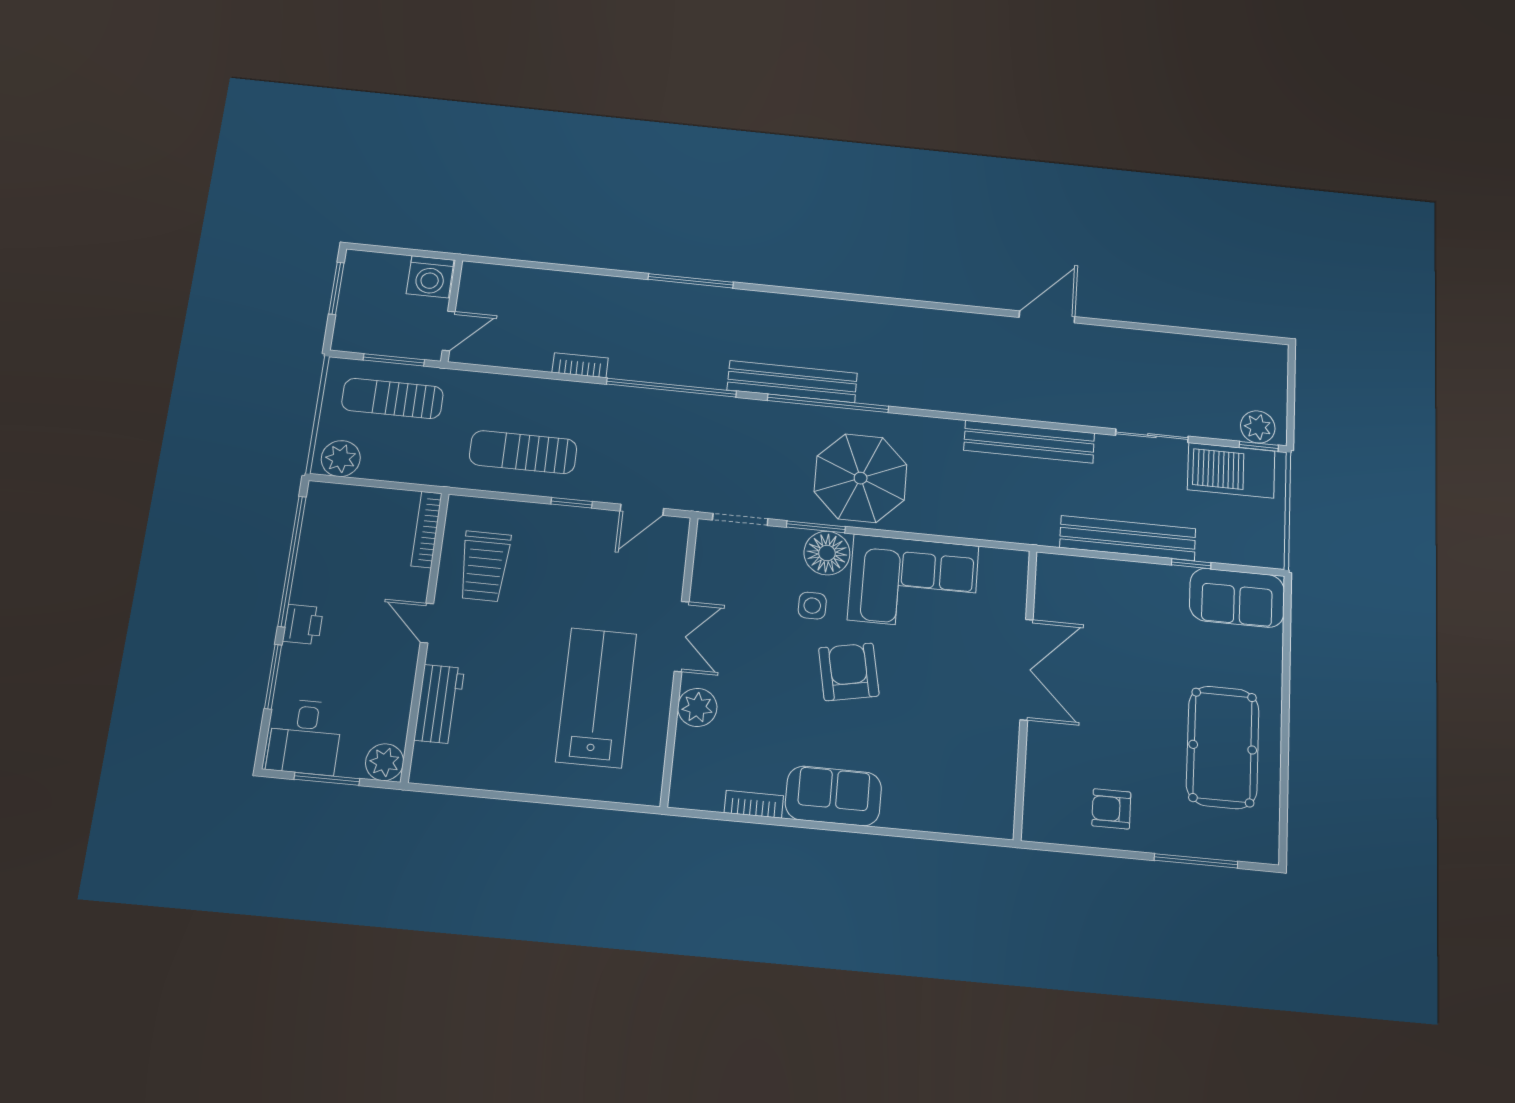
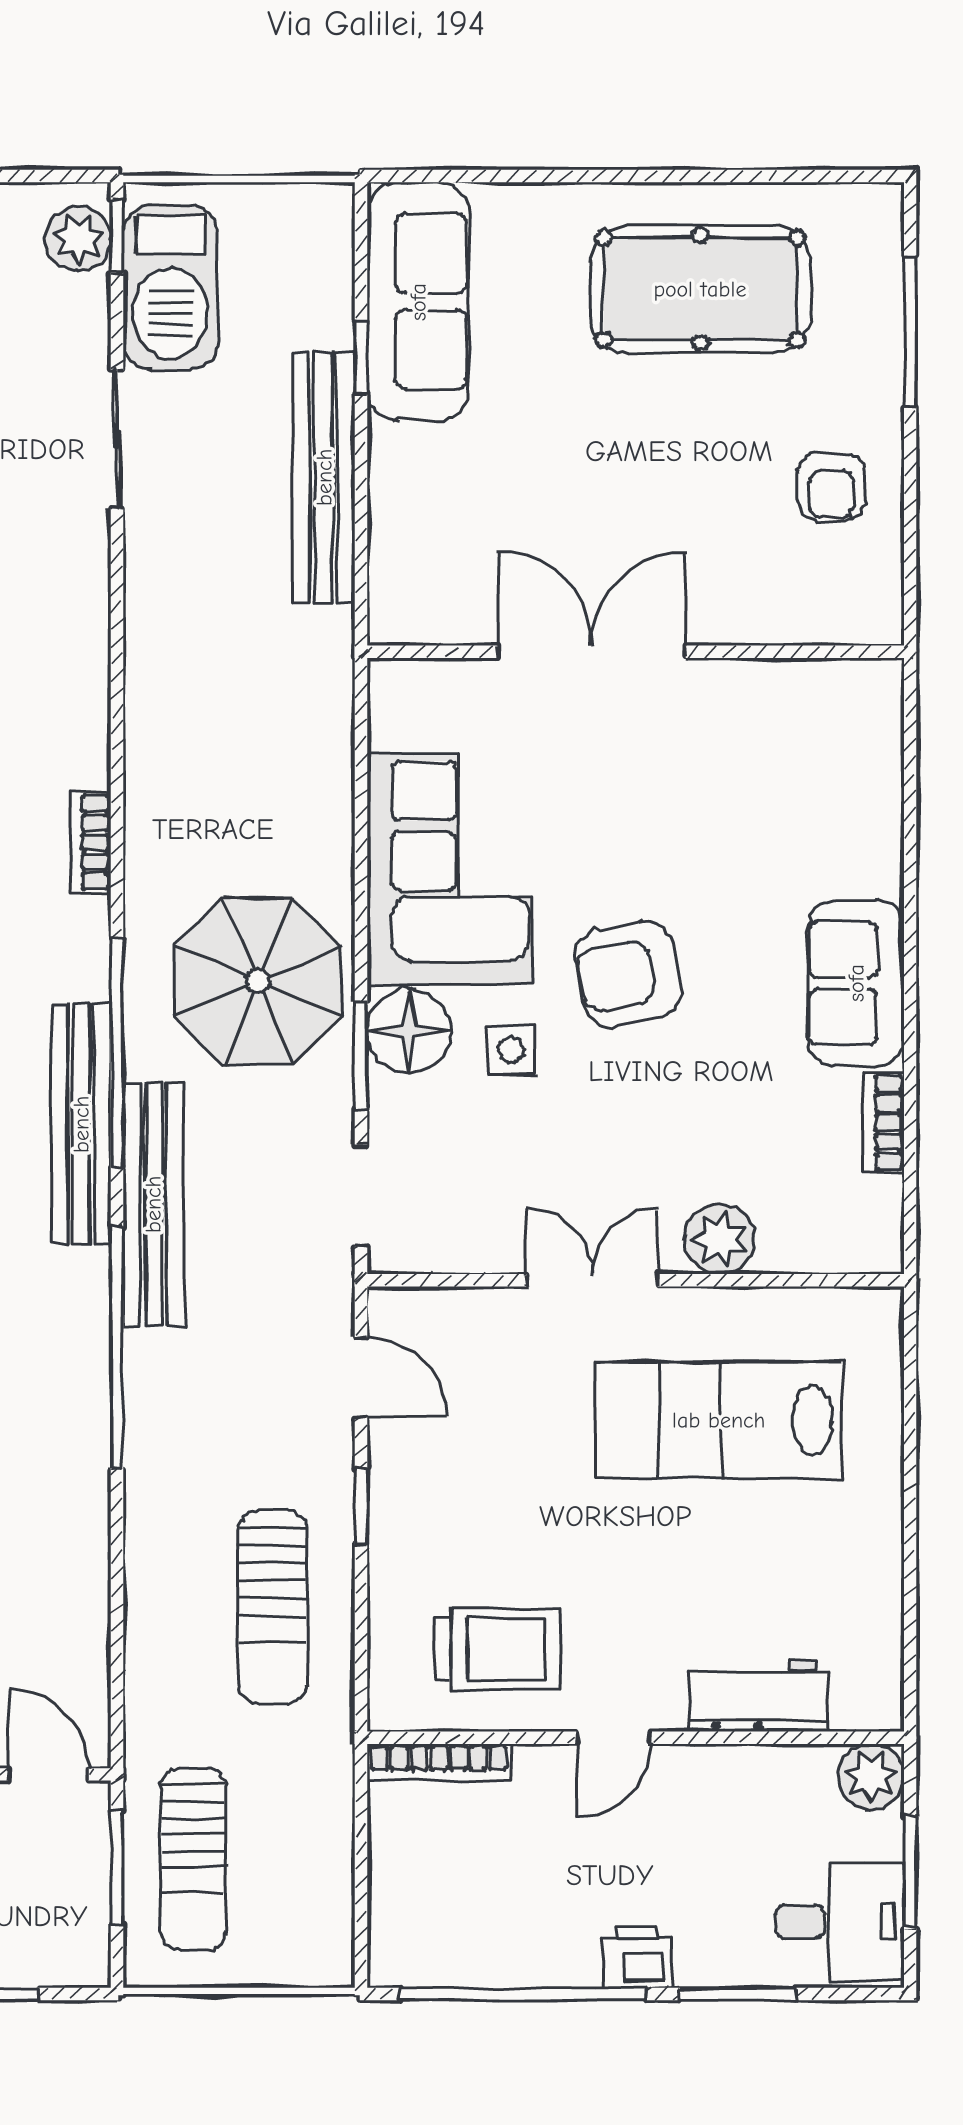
bookcase: (580, 365) -> (91, 842), moved
bench: (1029, 442) -> (153, 1204), moved
plant: (341, 459) -> (320, 1936), removed
sofa: (1237, 598) -> (418, 302), width x1.36

